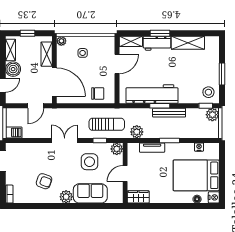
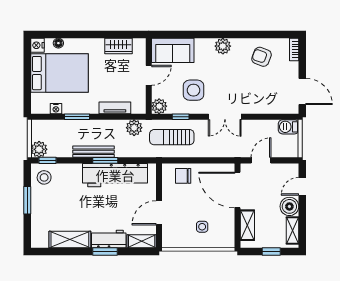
plant: (61, 41) -> (229, 242), removed
window: (169, 141) -> (77, 117), moved
armchair: (44, 181) -> (262, 57), moved
sofa: (90, 193) -> (173, 50), moved
wardrobe: (138, 197) -> (118, 46), moved

